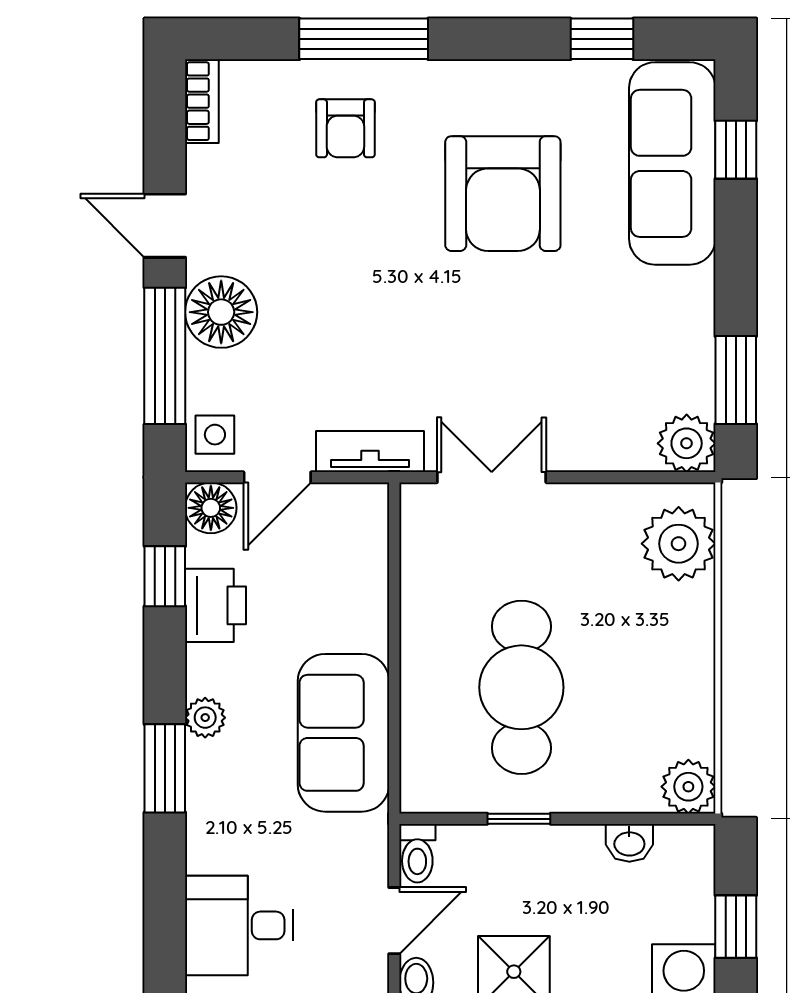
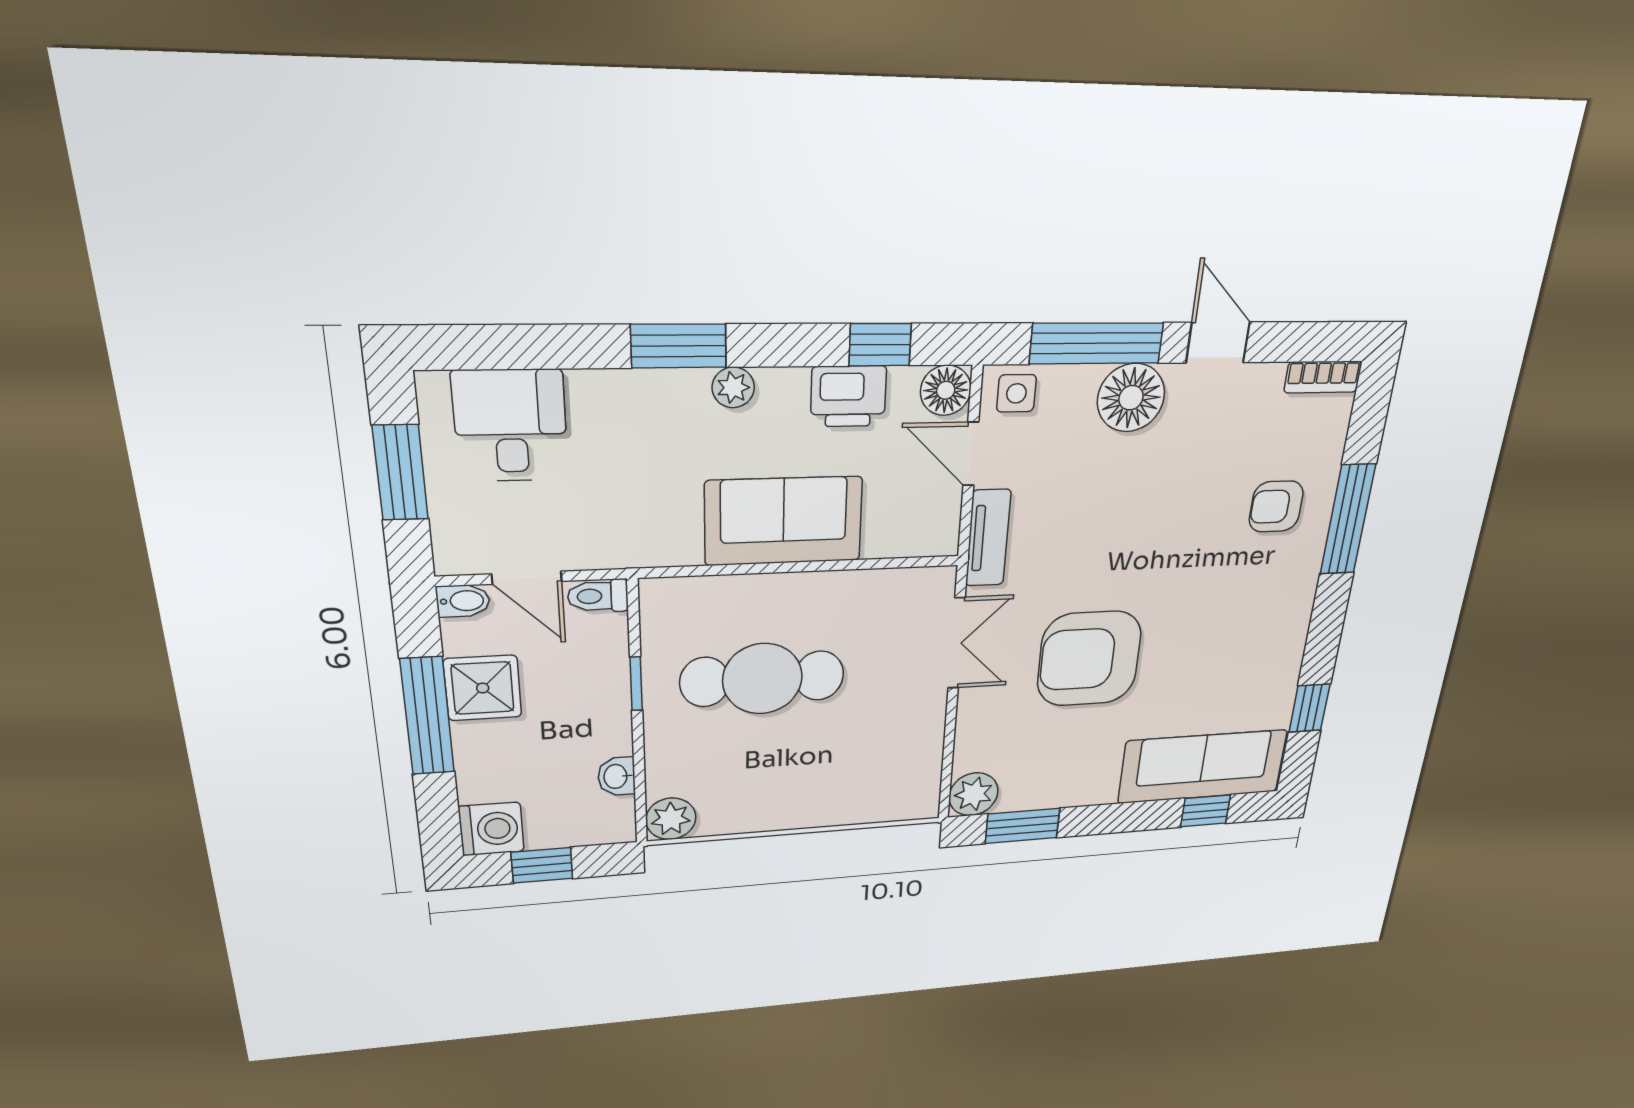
armchair: (503, 194) -> (1089, 659), moved
door: (165, 226) -> (1218, 343), hinge flipped
plant: (679, 544) -> (888, 795), removed
sofa: (343, 733) -> (784, 521), moved

